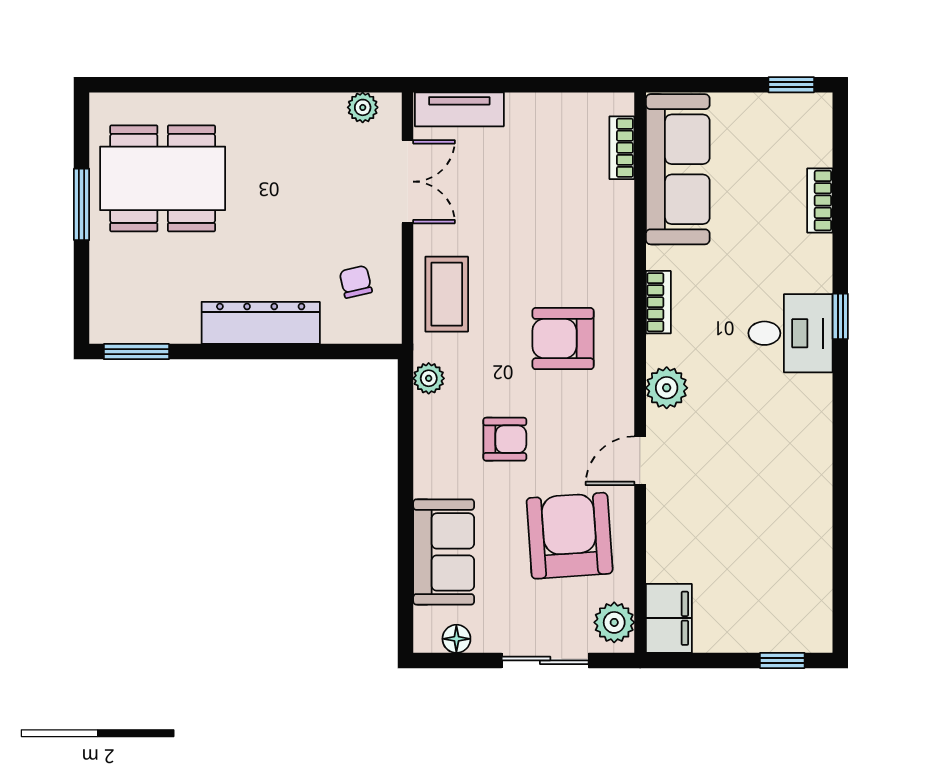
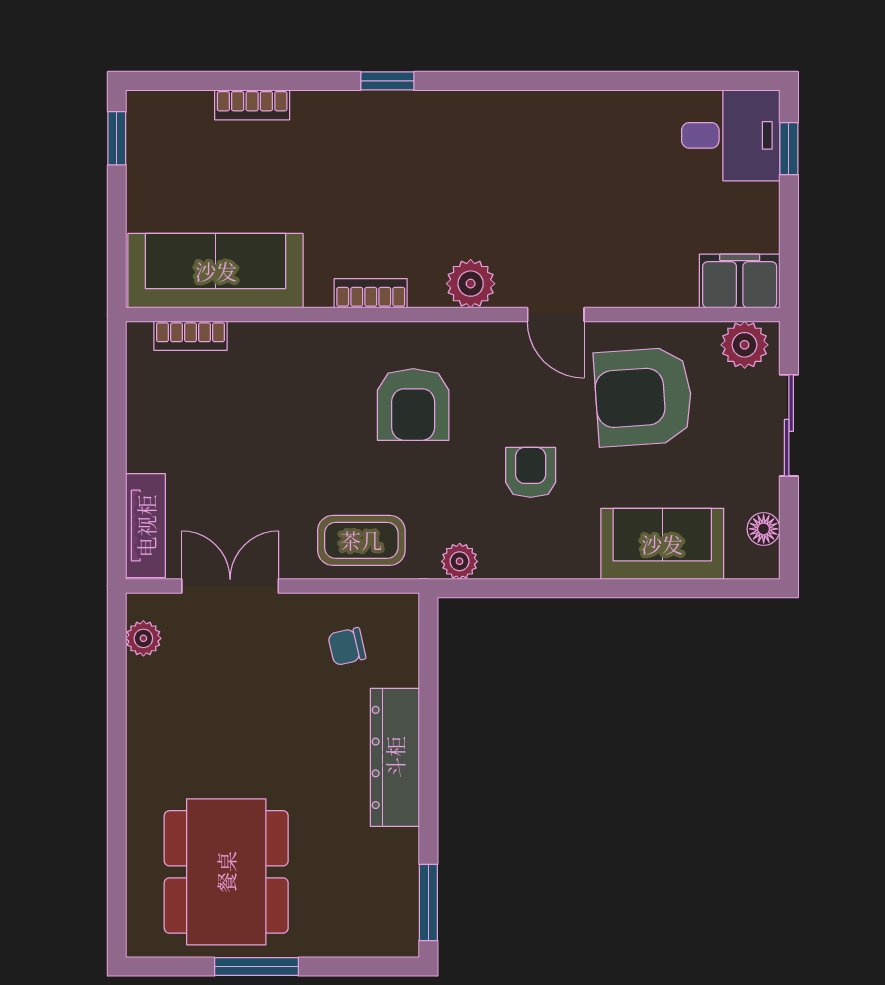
desk: (791, 333) -> (731, 135), moved, turned 90

